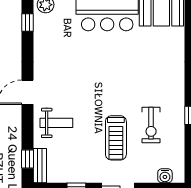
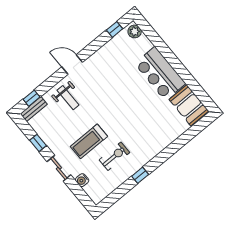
exercise bike: (151, 125) -> (114, 156), turned 180
water cooler: (165, 176) -> (82, 180), moved

